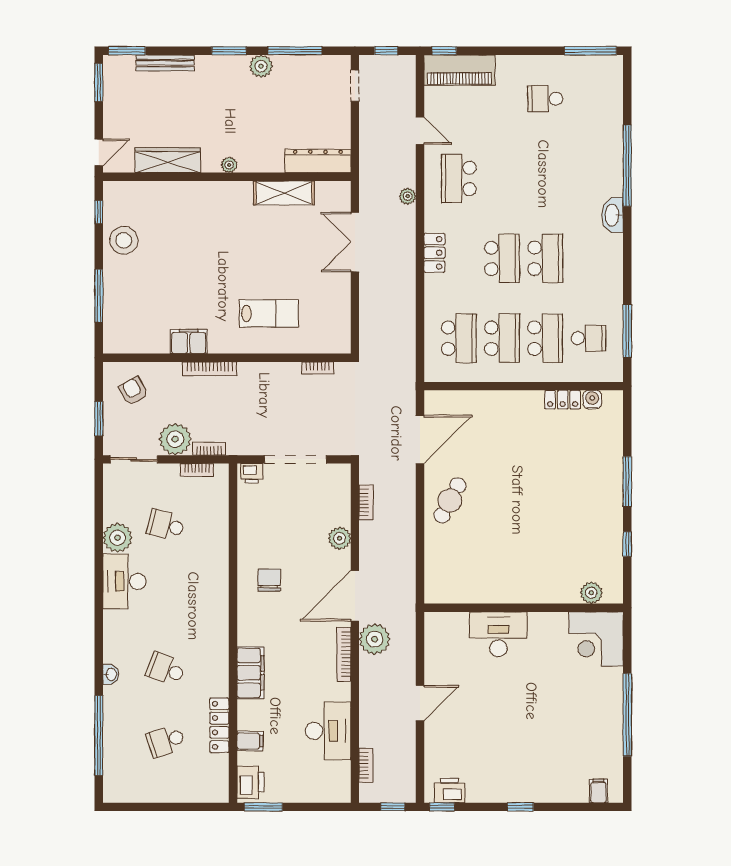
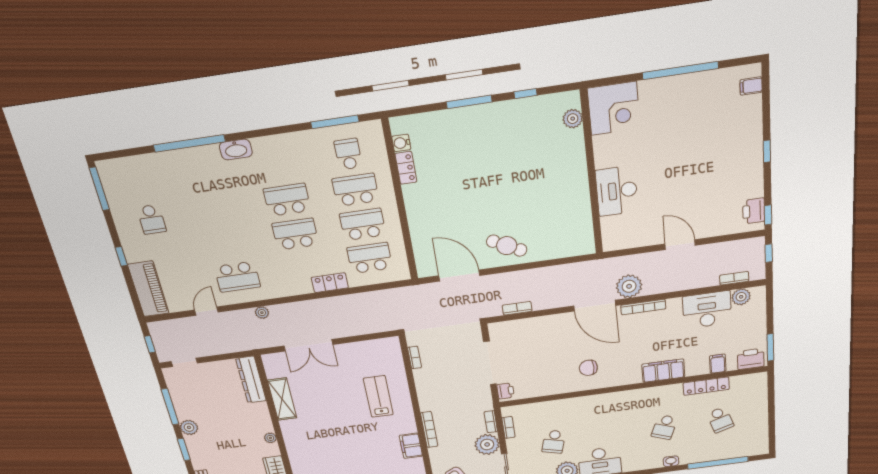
window: (444, 51) -> (121, 256), moved
locker: (434, 253) -> (330, 283), moved
plant: (340, 538) -> (741, 297), moved

